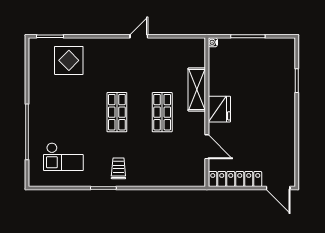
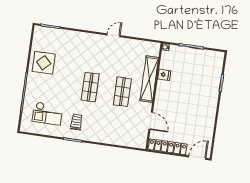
display table: (69, 60) -> (44, 63), moved
shelving: (197, 90) -> (149, 79), width x1.47
fridge: (219, 109) -> (164, 75), moved, width x0.53, depth x0.75
trolley: (118, 168) -> (76, 122), moved
door: (278, 188) -> (197, 158), swing flipped

